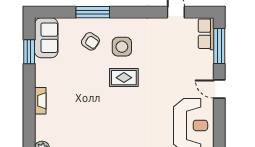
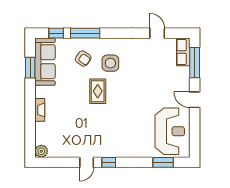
window: (59, 12) -> (56, 33), added
sofa: (46, 38) -> (45, 62), width x1.36
rug: (124, 78) -> (98, 91), moved, turned 90

